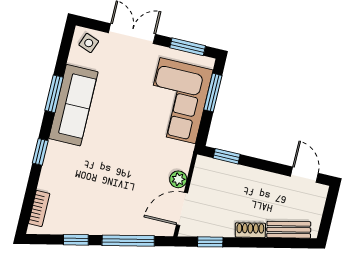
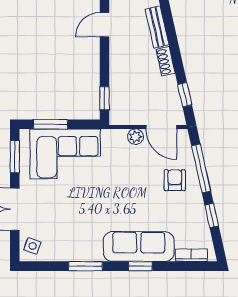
sofa: (73, 105) -> (139, 246), moved
armchair: (122, 210) -> (175, 180), added

